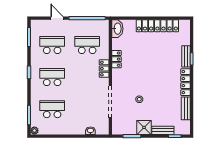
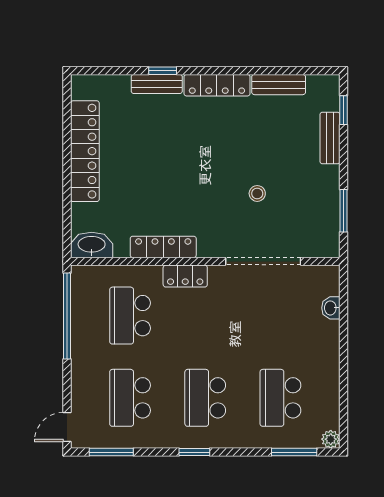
door: (57, 18) -> (67, 427), moved
locker: (116, 59) -> (163, 247), width x1.53
shower: (144, 127) -> (323, 182), removed

